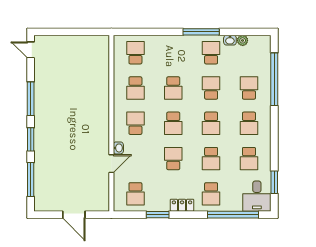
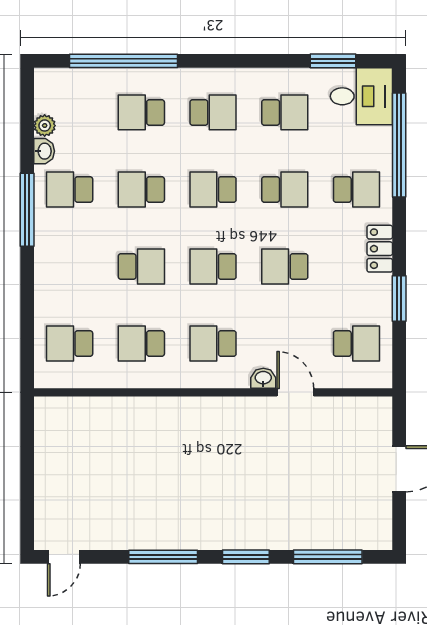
school desk: (135, 88) -> (141, 344), turned 180
school desk: (173, 123) -> (213, 266), turned 180
school desk: (211, 123) -> (213, 189), turned 180

